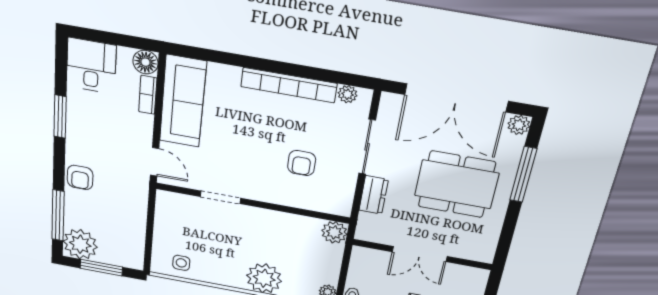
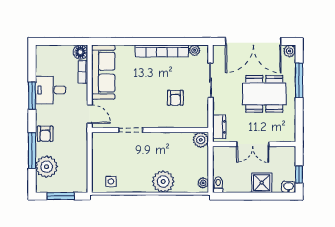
desk: (91, 66) -> (51, 90), moved, turned -90
dresser: (374, 195) -> (219, 127), moved
window: (58, 215) -> (32, 150), moved
plant: (80, 244) -> (47, 167), moved

